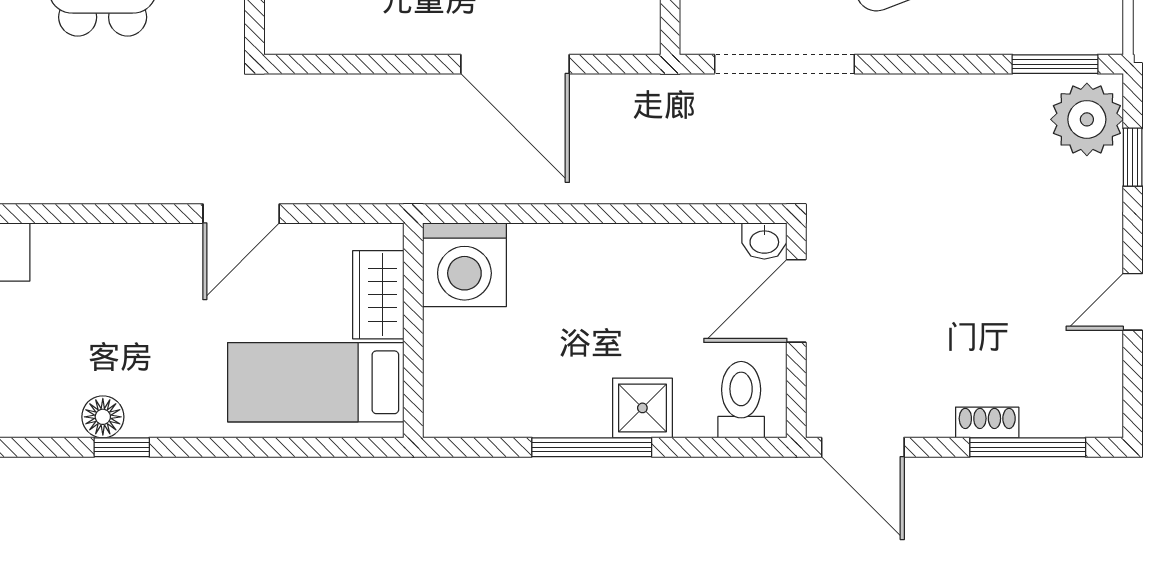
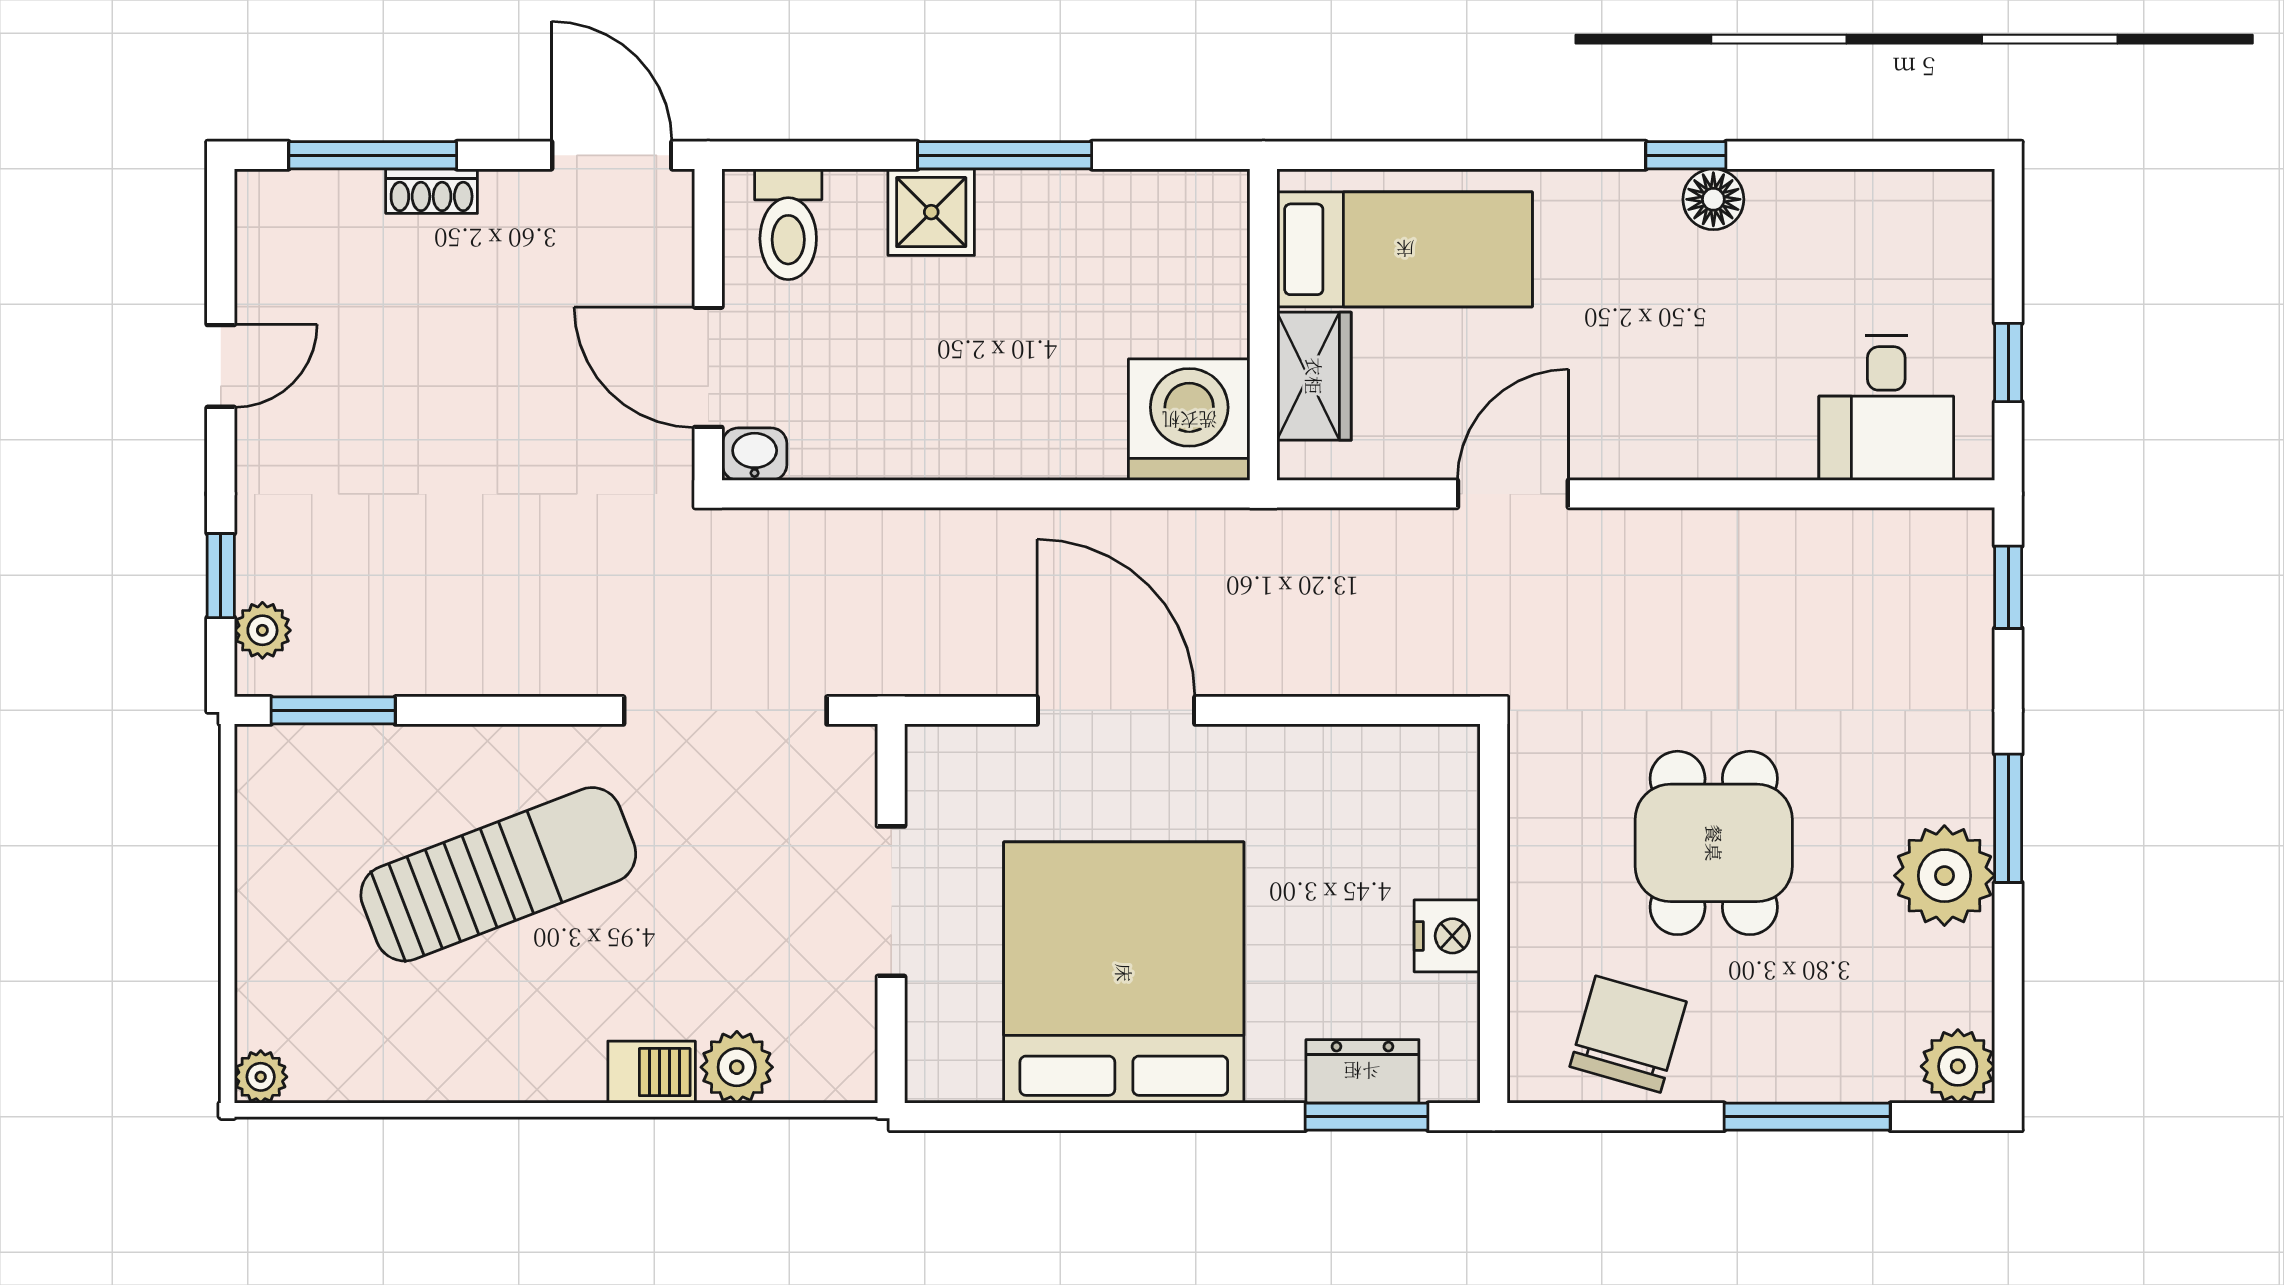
plant: (1087, 119) -> (262, 630), width x0.53, depth x0.53
door: (796, 301) -> (708, 367), swing flipped

